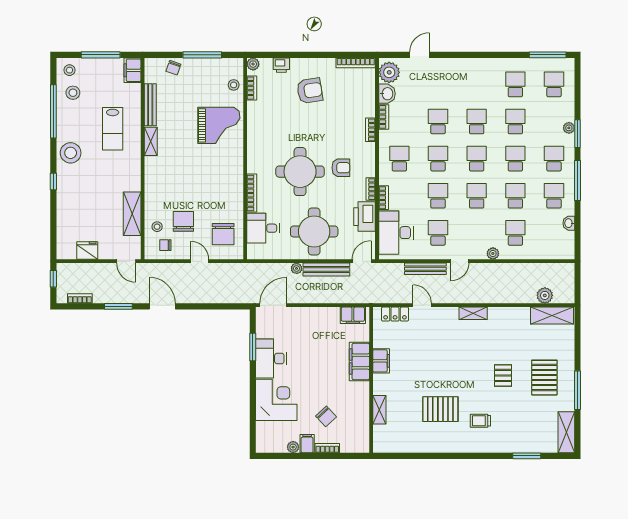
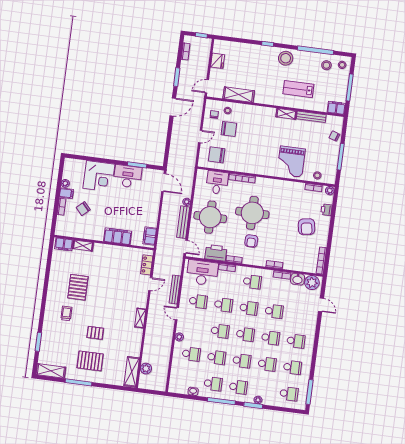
school desk: (477, 84) -> (296, 341), added
filing cabinet: (381, 361) -> (64, 244), moved

